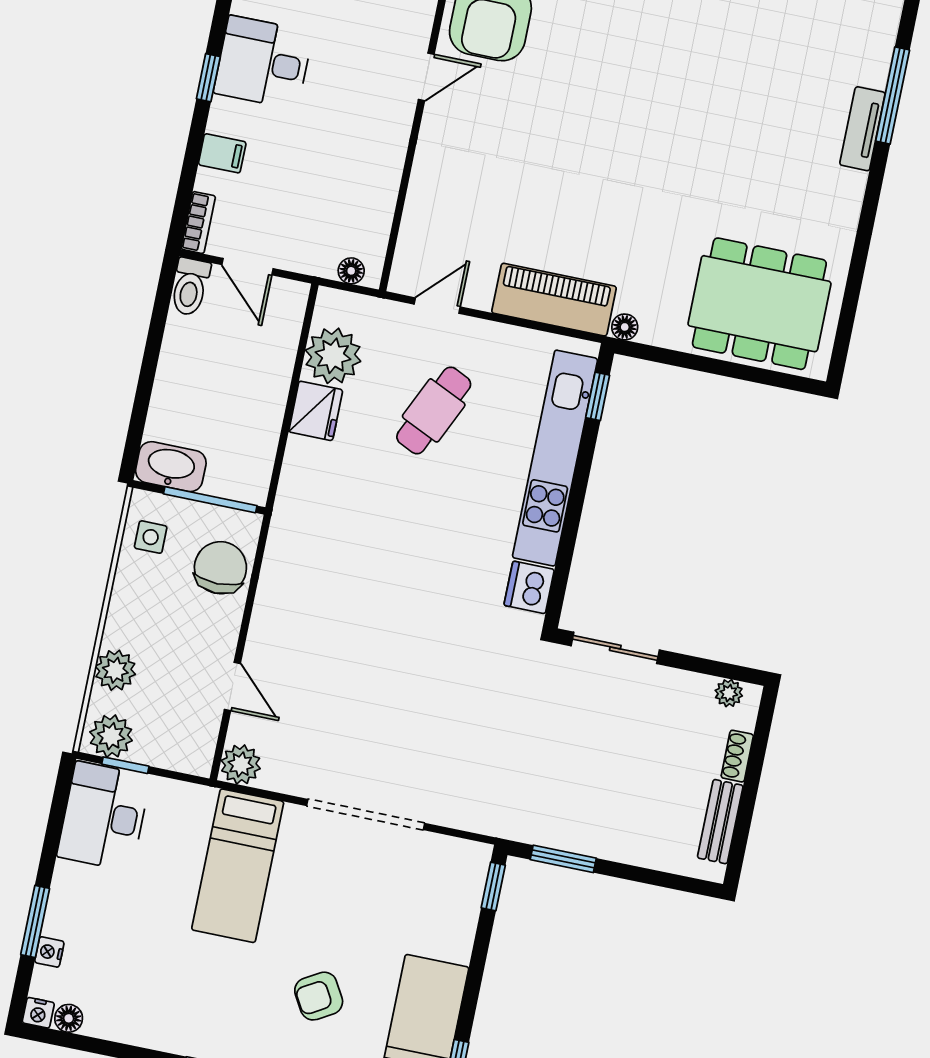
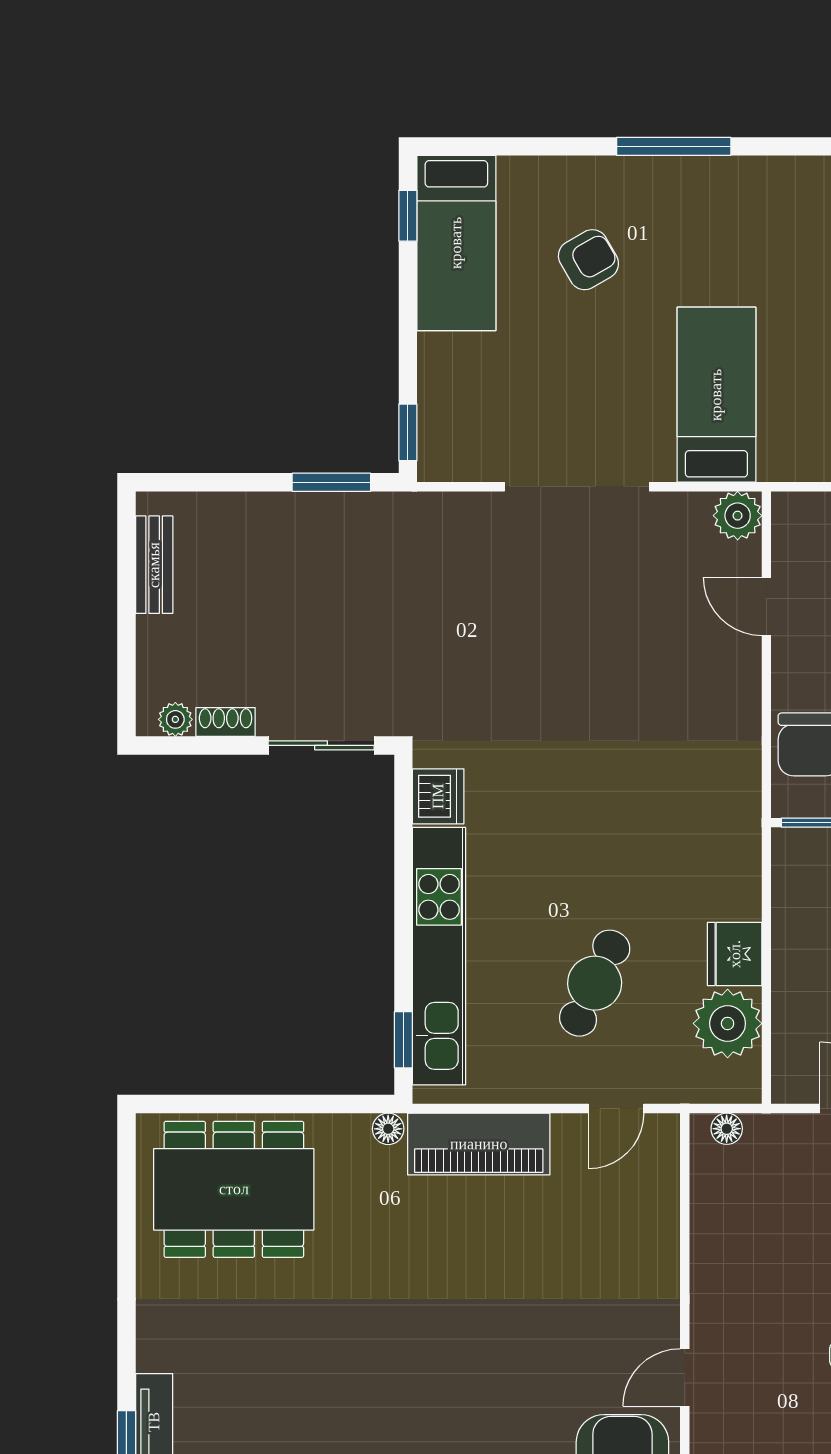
shoe rack: (737, 756) -> (226, 722), moved, turned -90

